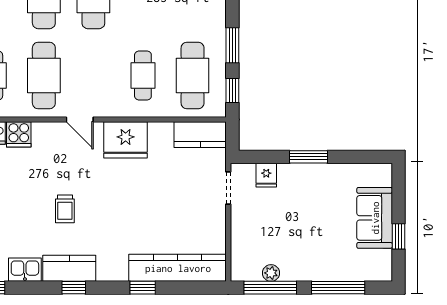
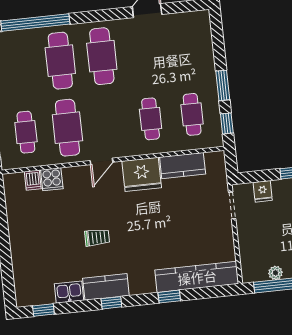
cafe table: (193, 76) -> (192, 114), width x0.73, depth x0.74
door: (80, 120) -> (102, 161), hinge flipped
kitchen counter: (200, 135) -> (183, 166), moved
trolley: (65, 209) -> (97, 238), turned -90

